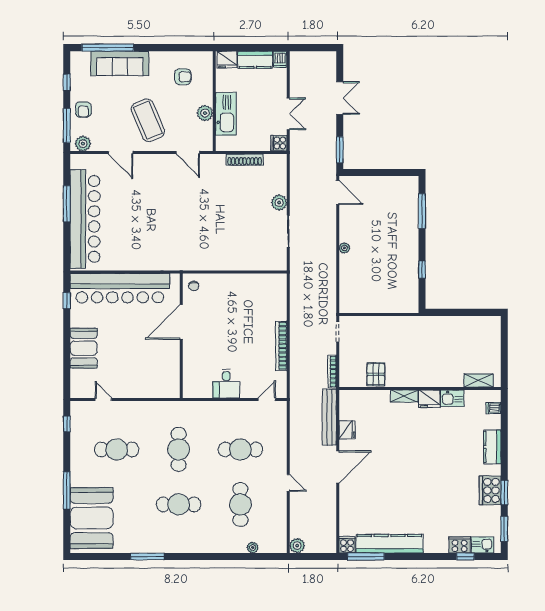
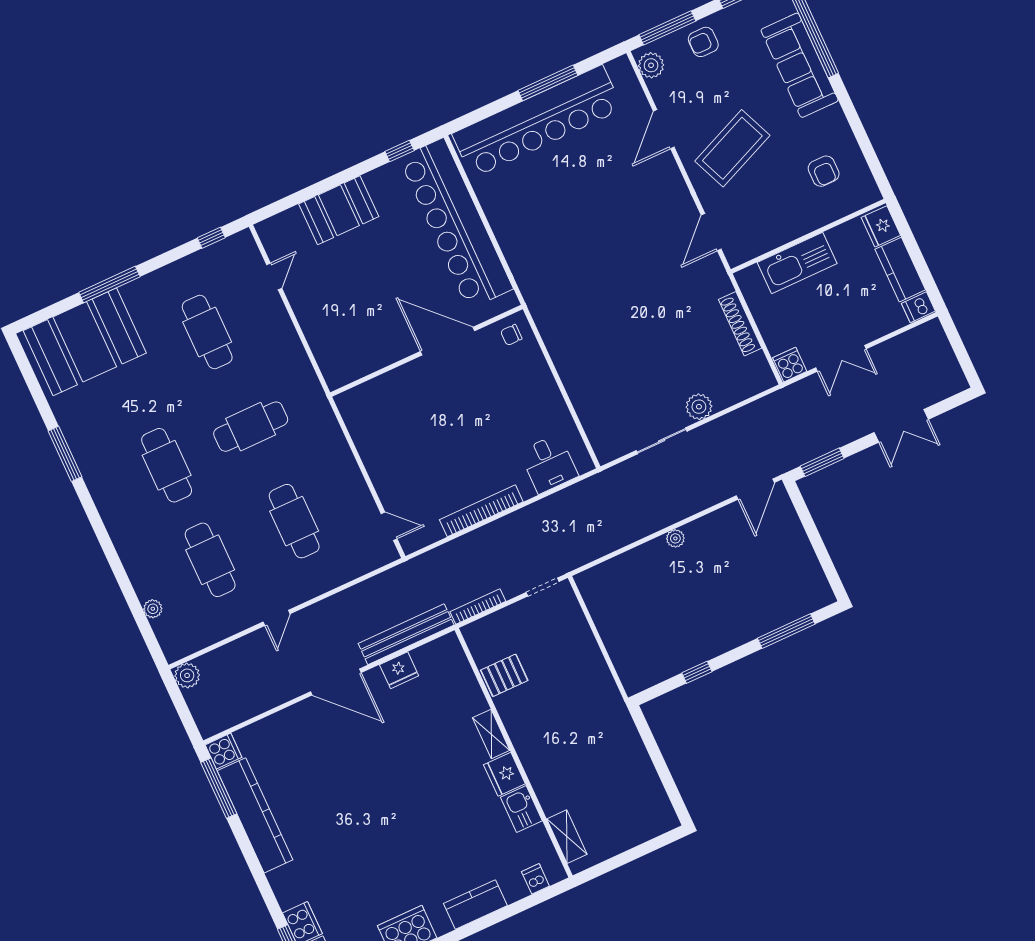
plant: (205, 113) -> (784, 230), removed
desk: (226, 384) -> (549, 464), moved, turned -90
cafe table: (240, 504) -> (210, 560), turned 90

